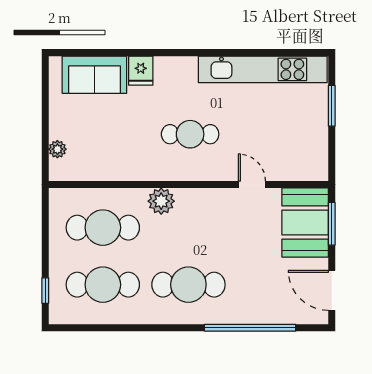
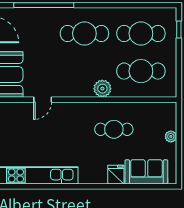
cafe table: (190, 134) -> (114, 129), moved
plant: (57, 149) -> (171, 136), moved
door: (252, 185) -> (43, 100), hinge flipped

